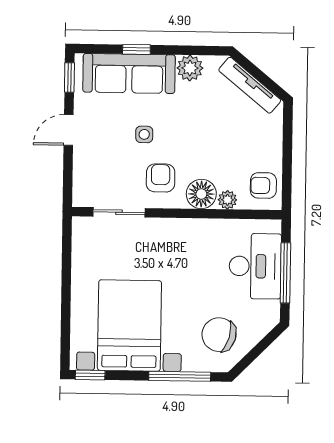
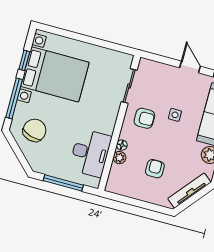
armchair: (263, 185) -> (155, 169), moved
floor lamp: (201, 194) -> (122, 145), width x0.53, depth x0.53
desk: (255, 266) -> (90, 153), moved, turned -90
window: (90, 375) -> (24, 60), moved

